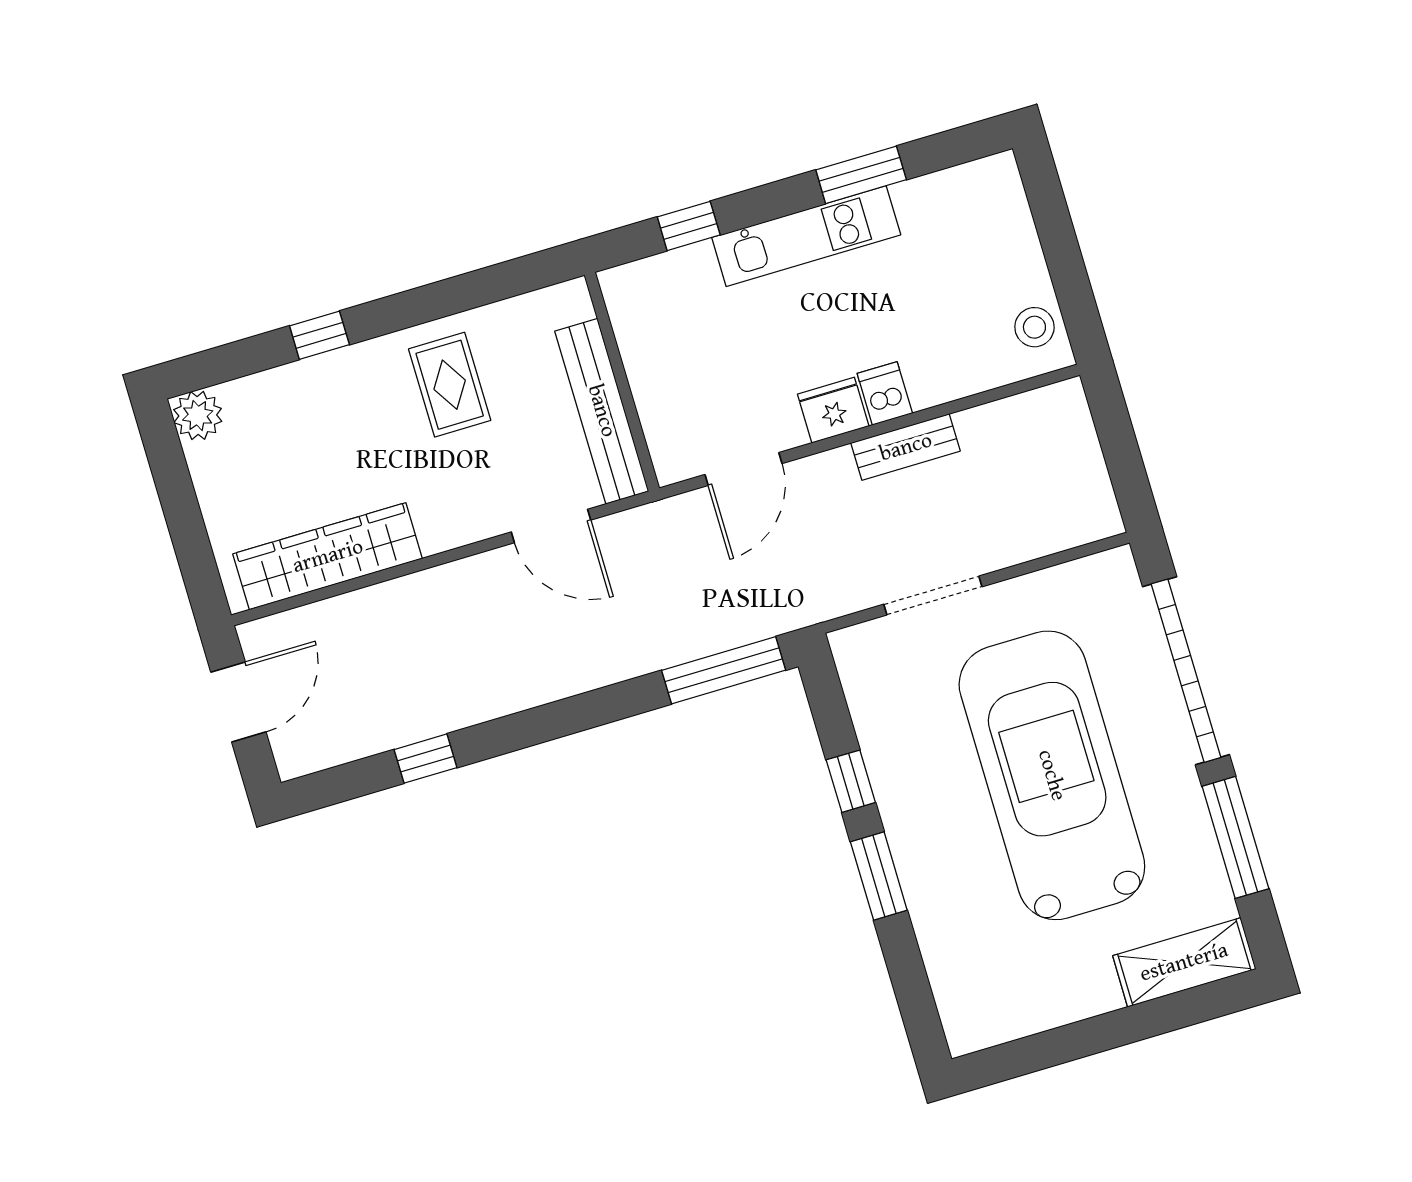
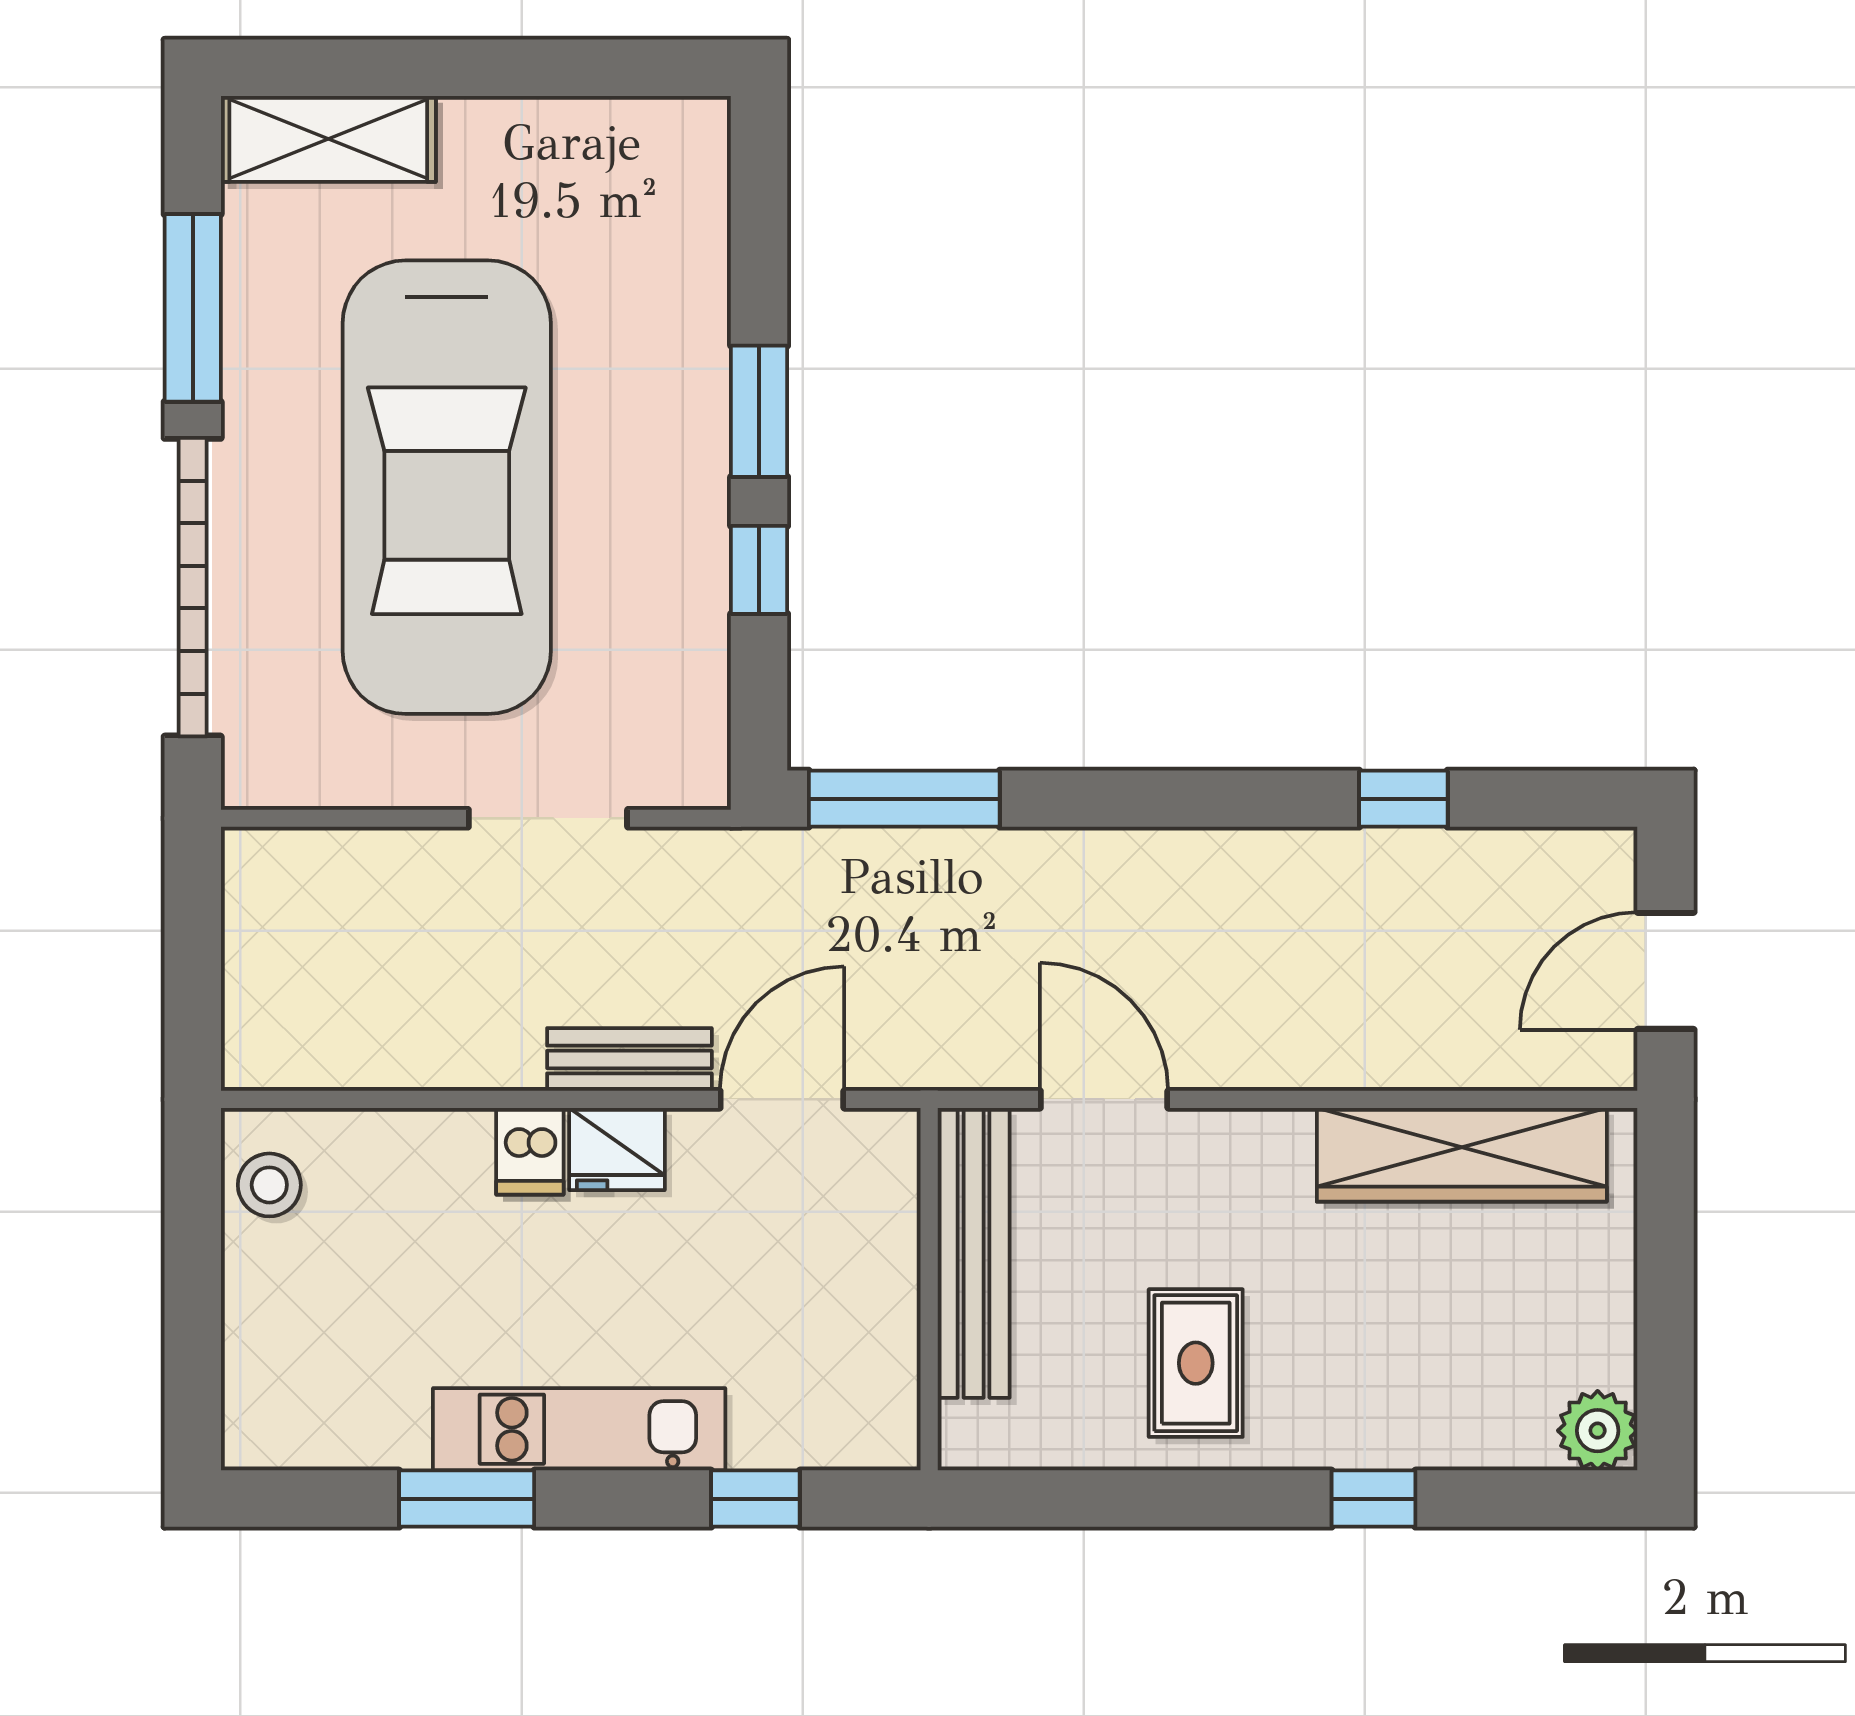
bench: (906, 447) -> (629, 1059), moved

